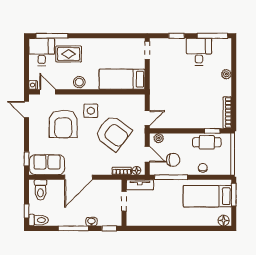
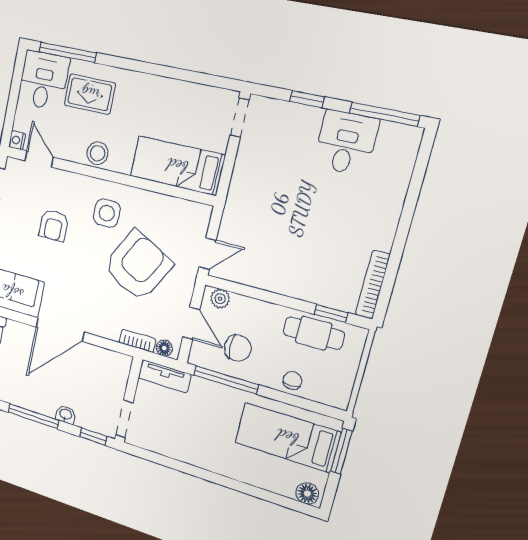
plant: (226, 74) -> (393, 204), removed
armchair: (63, 124) -> (54, 225), width x0.53, depth x0.53
armchair: (113, 133) -> (138, 266), turned -99
doorway: (124, 201) -> (124, 419), moved

